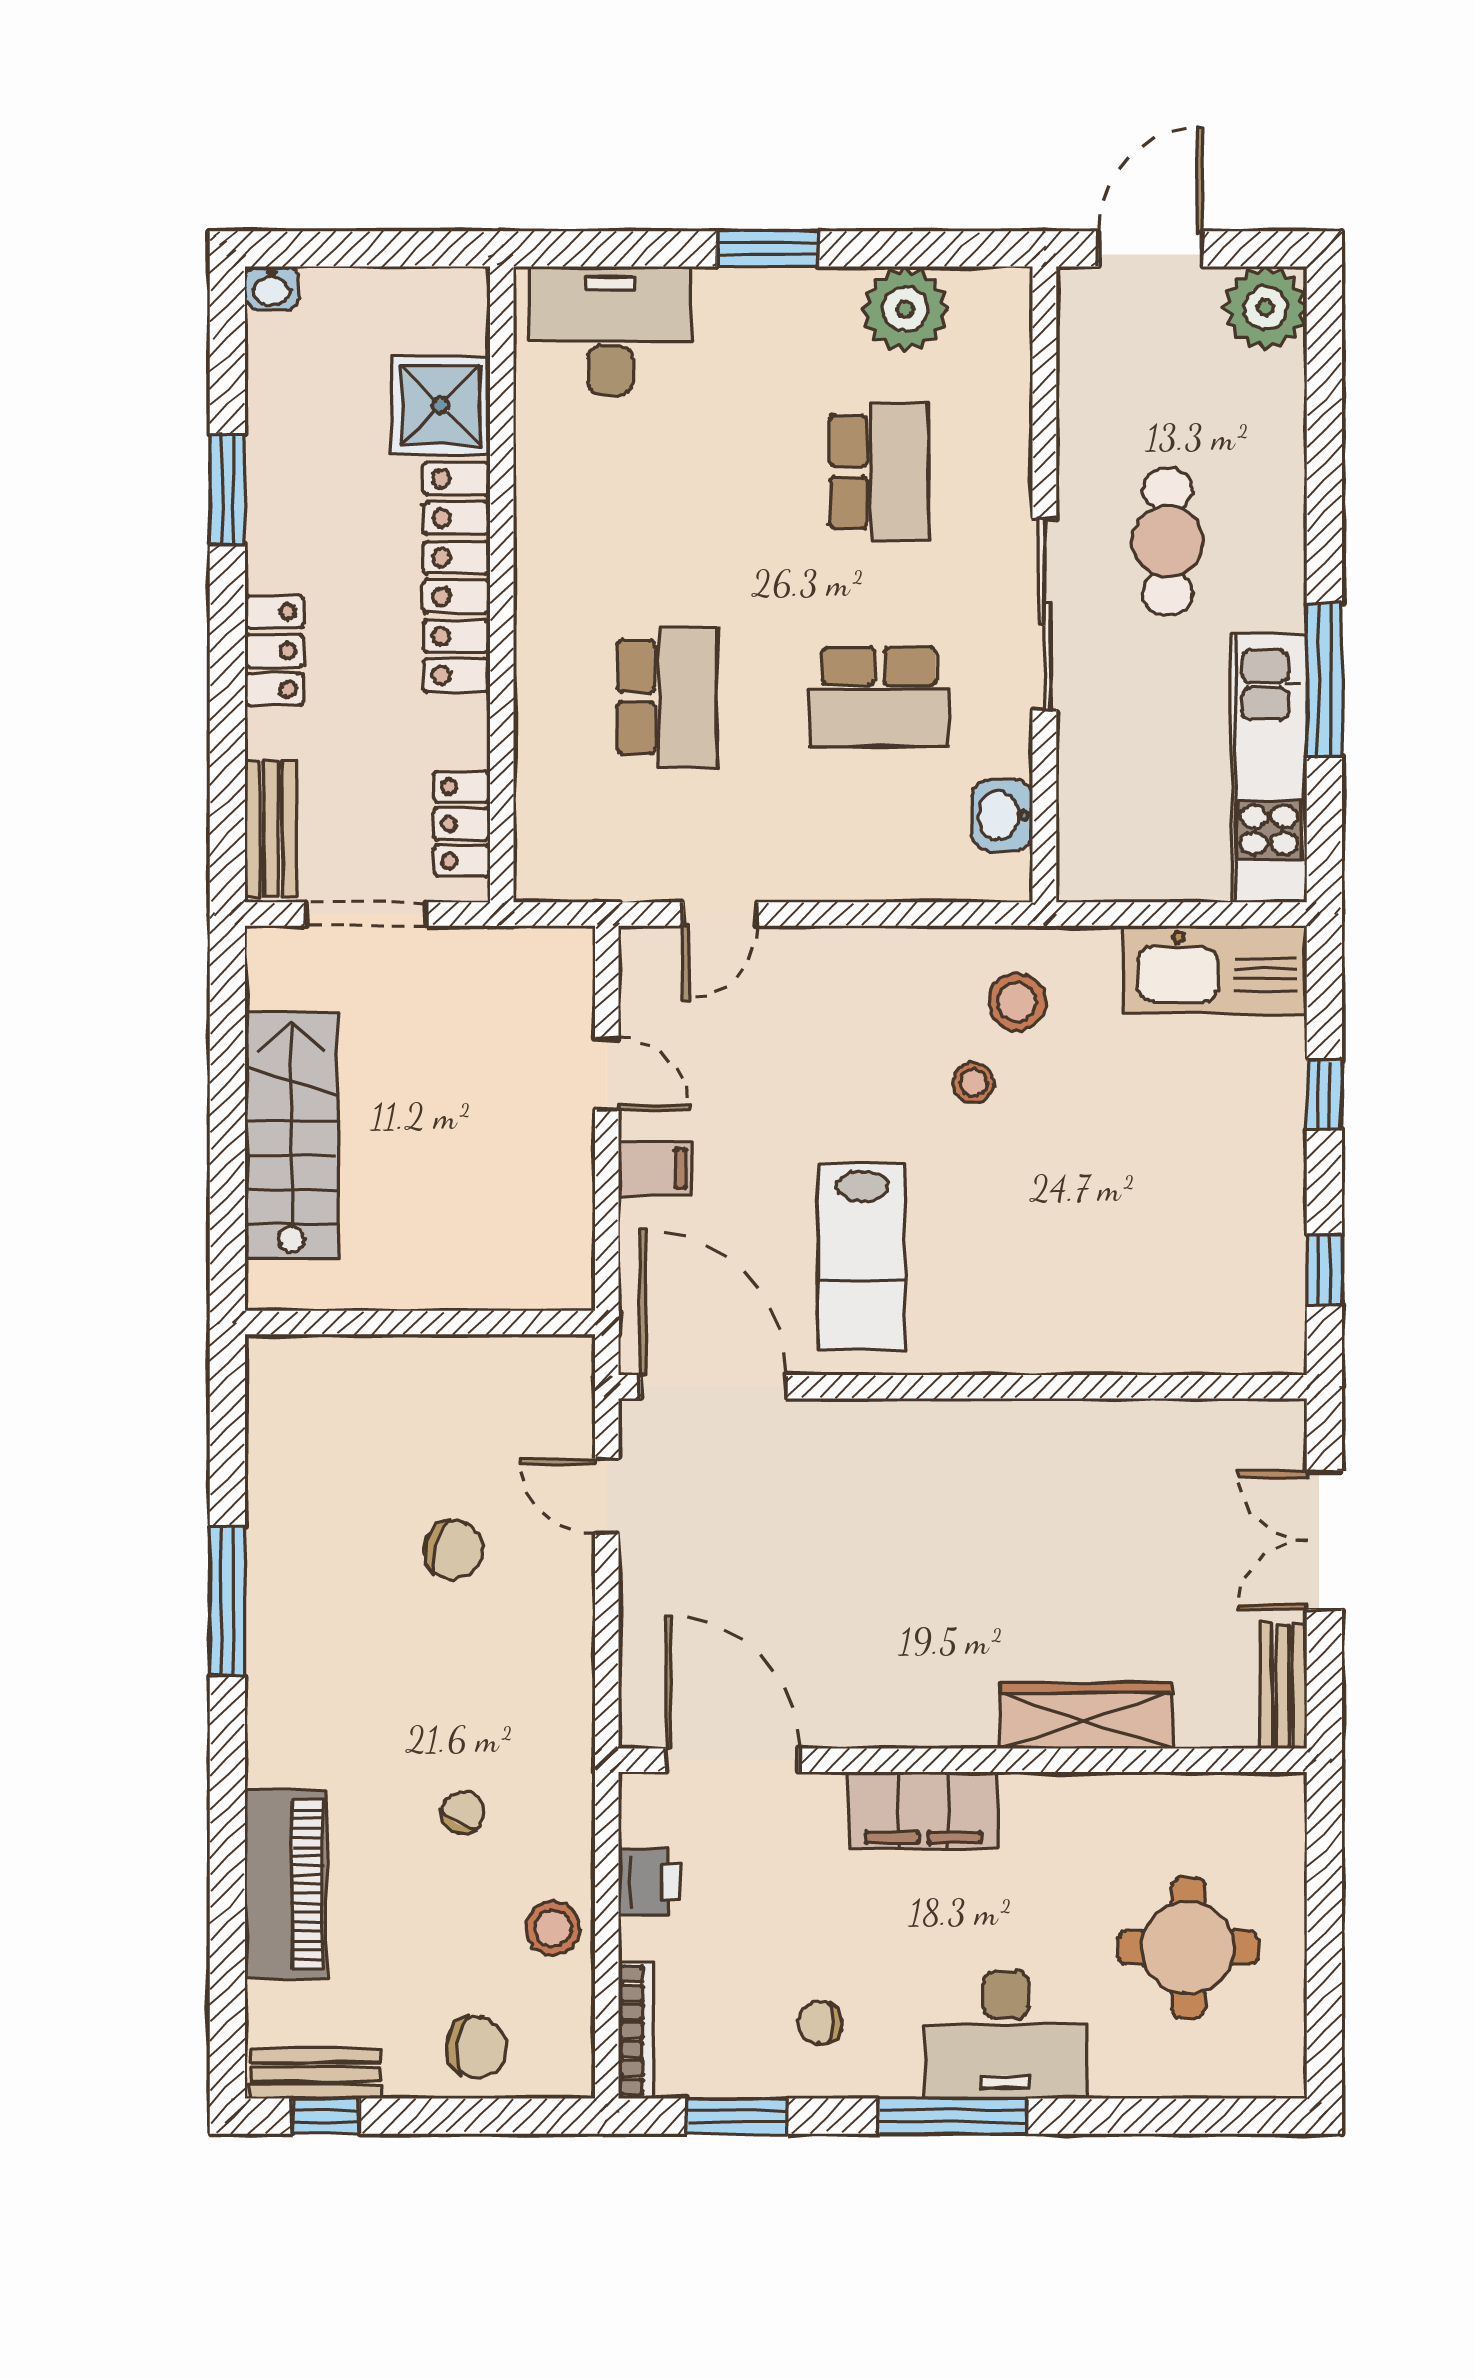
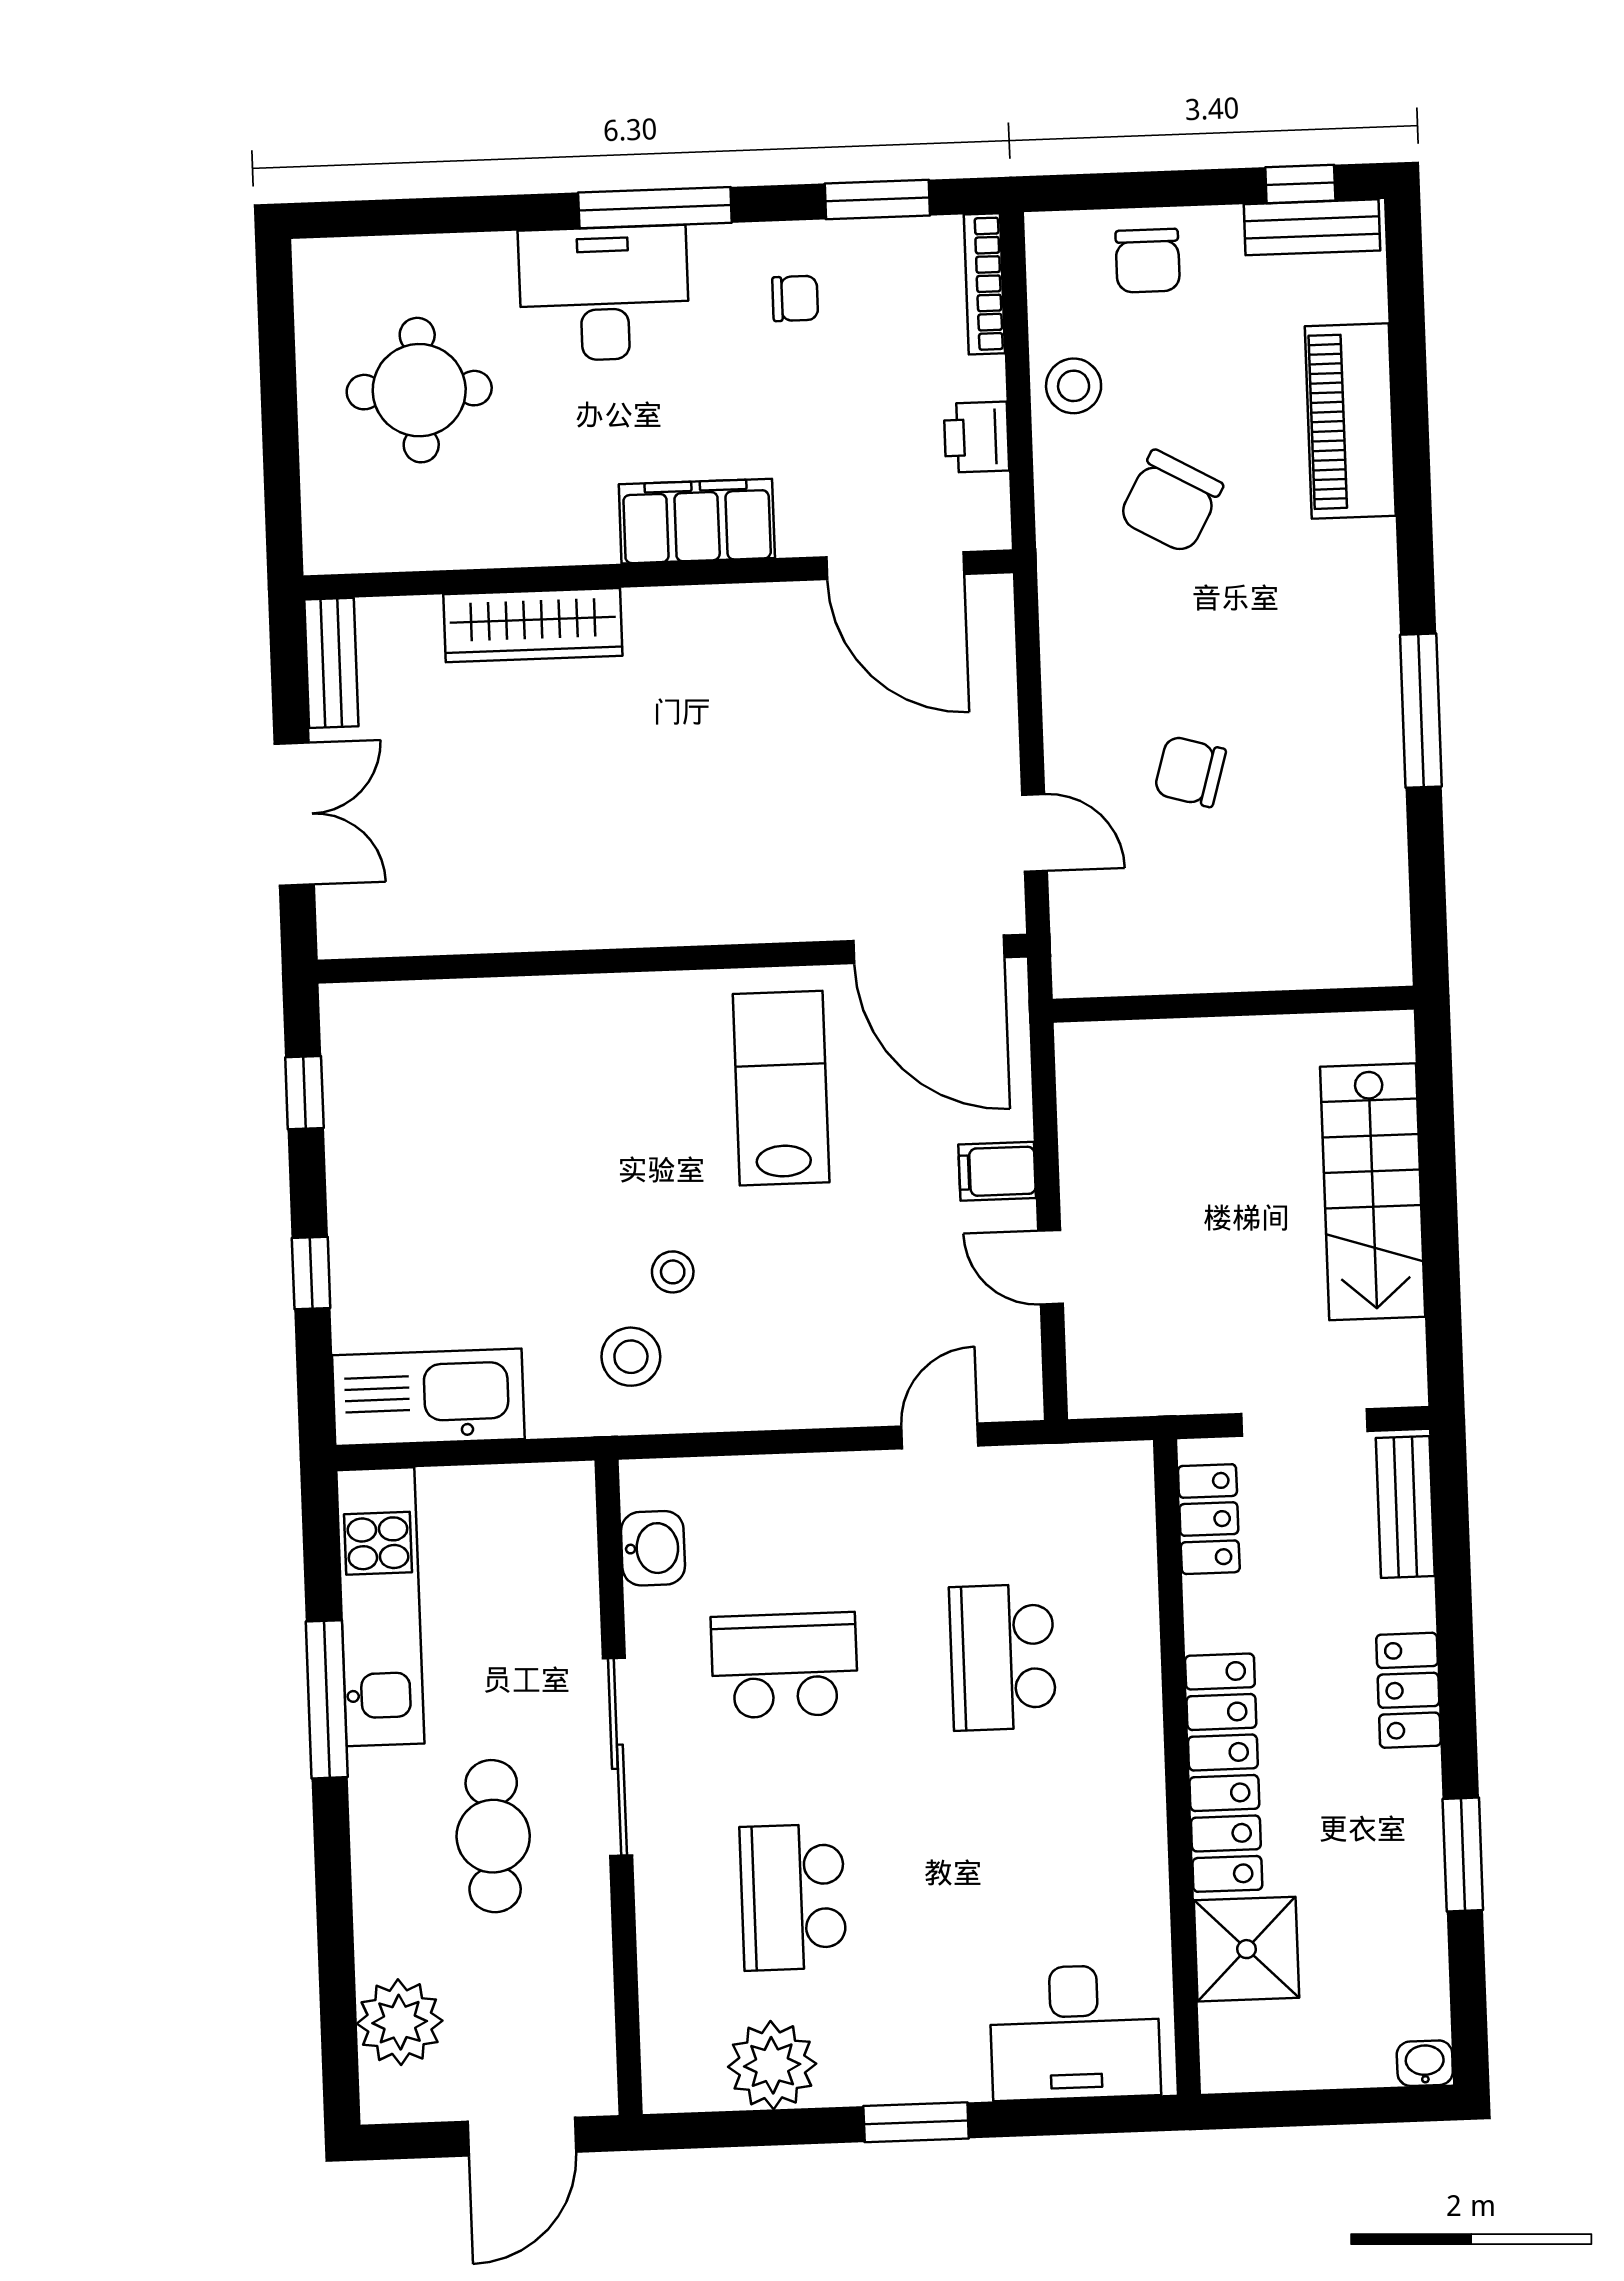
plant: (1265, 308) -> (400, 2022), moved
chair: (463, 1812) -> (1171, 502), width x1.87, depth x1.87
chair: (477, 2047) -> (1148, 261), turned -97

